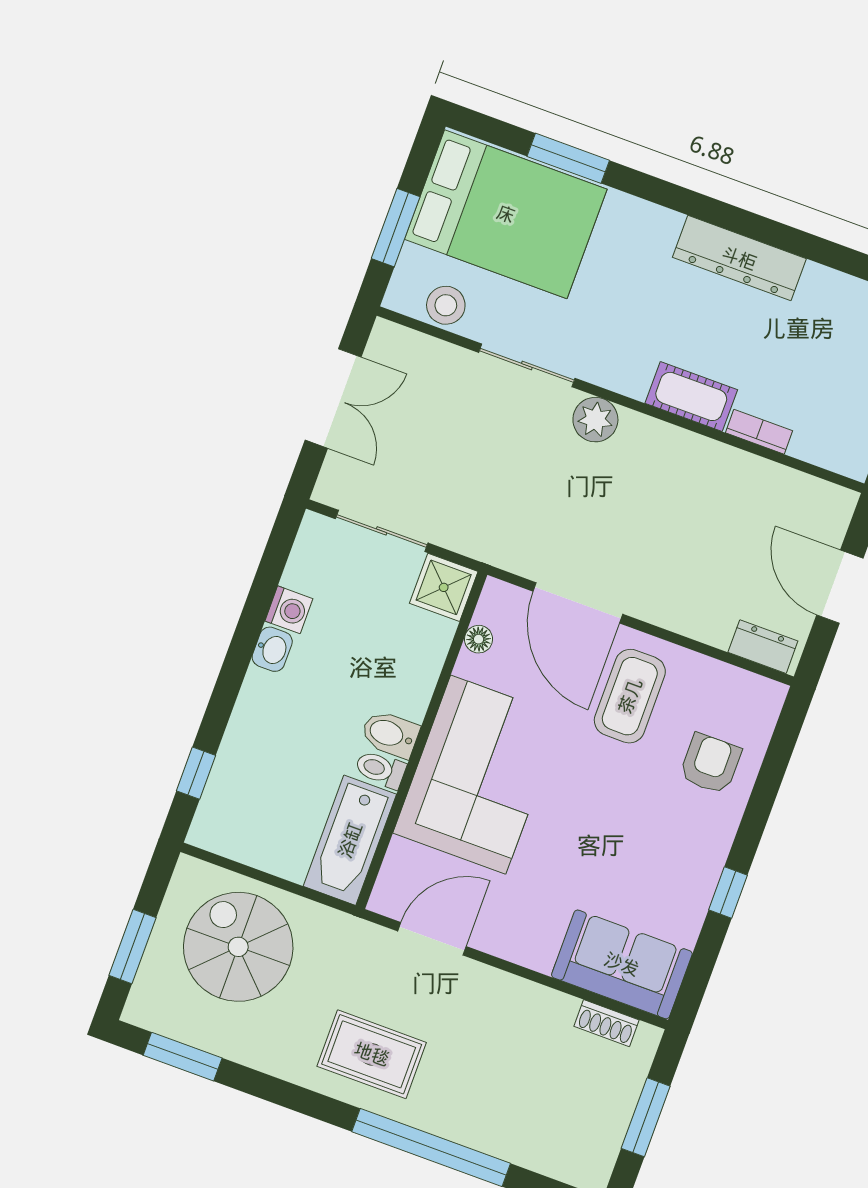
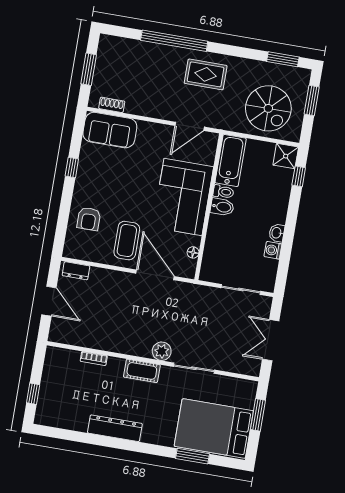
stool: (446, 305) -> (232, 387), removed
cot: (691, 396) -> (142, 371), moved
shower: (444, 587) -> (286, 156), moved

